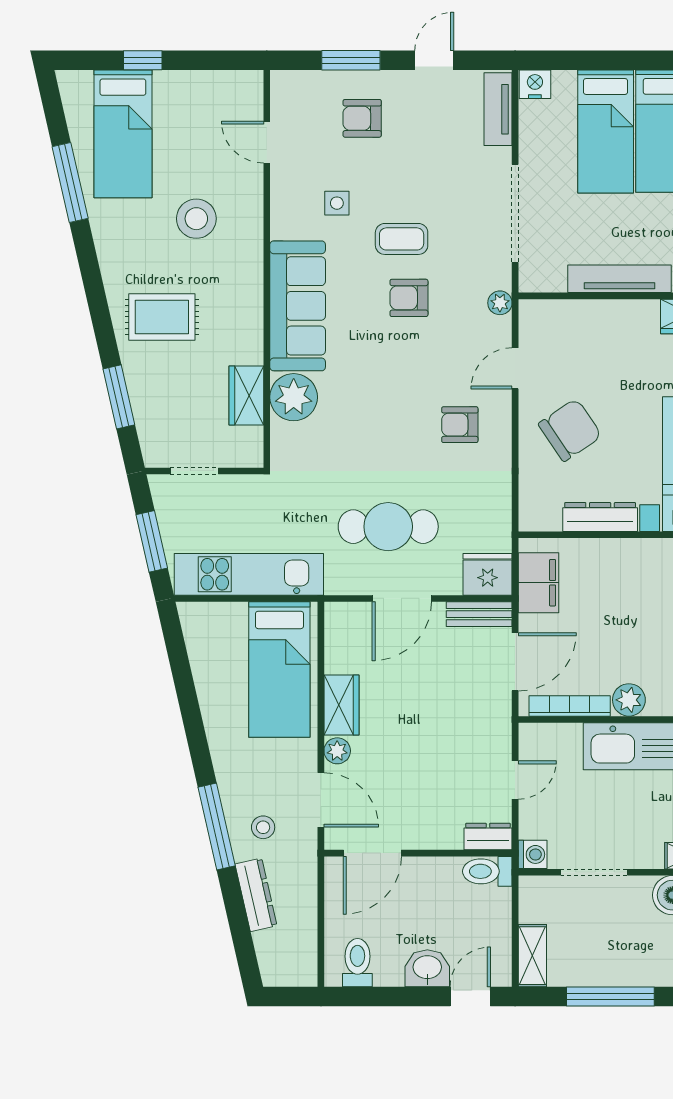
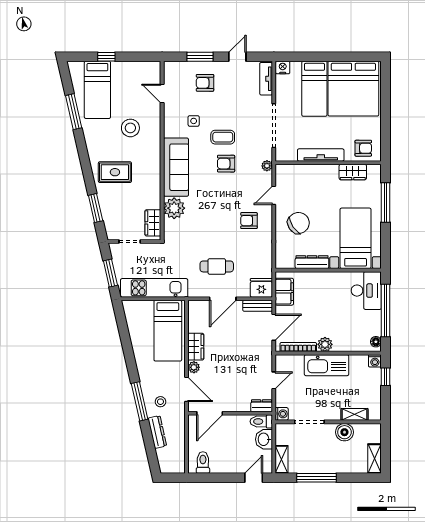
wardrobe: (246, 396) -> (153, 223), moved
cafe table: (388, 527) -> (217, 266), width x0.73, depth x0.74
washbasin: (427, 968) -> (264, 439), moved, turned -90

